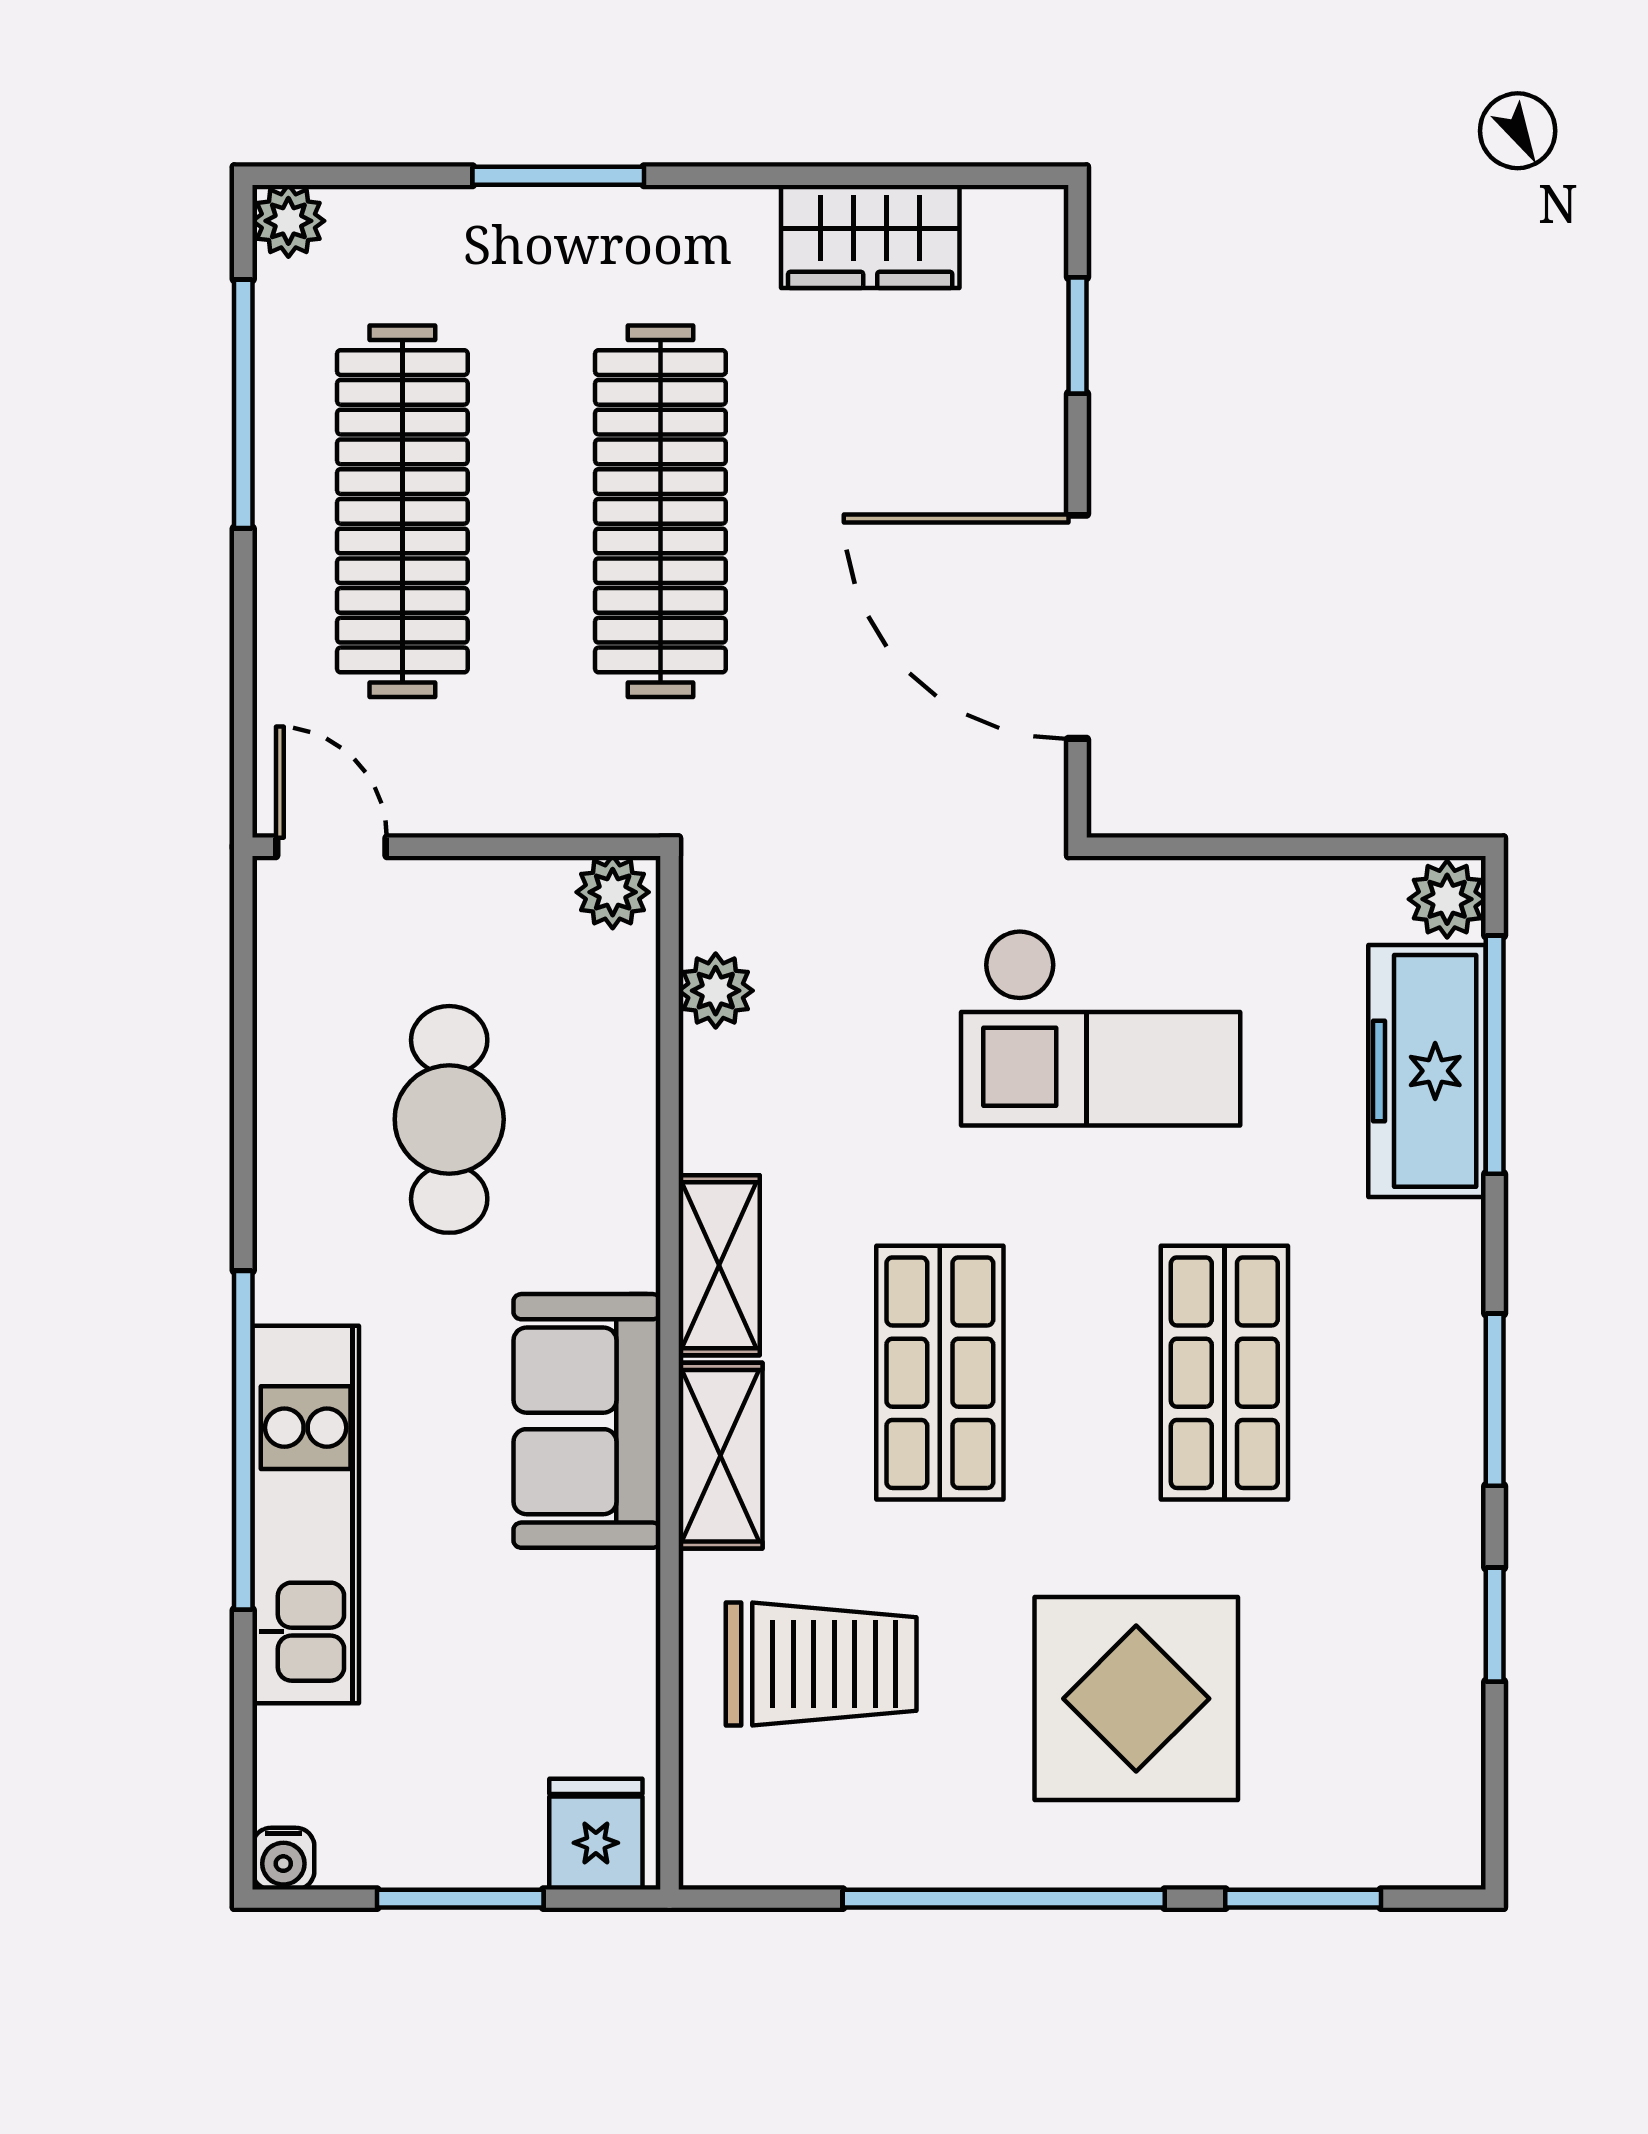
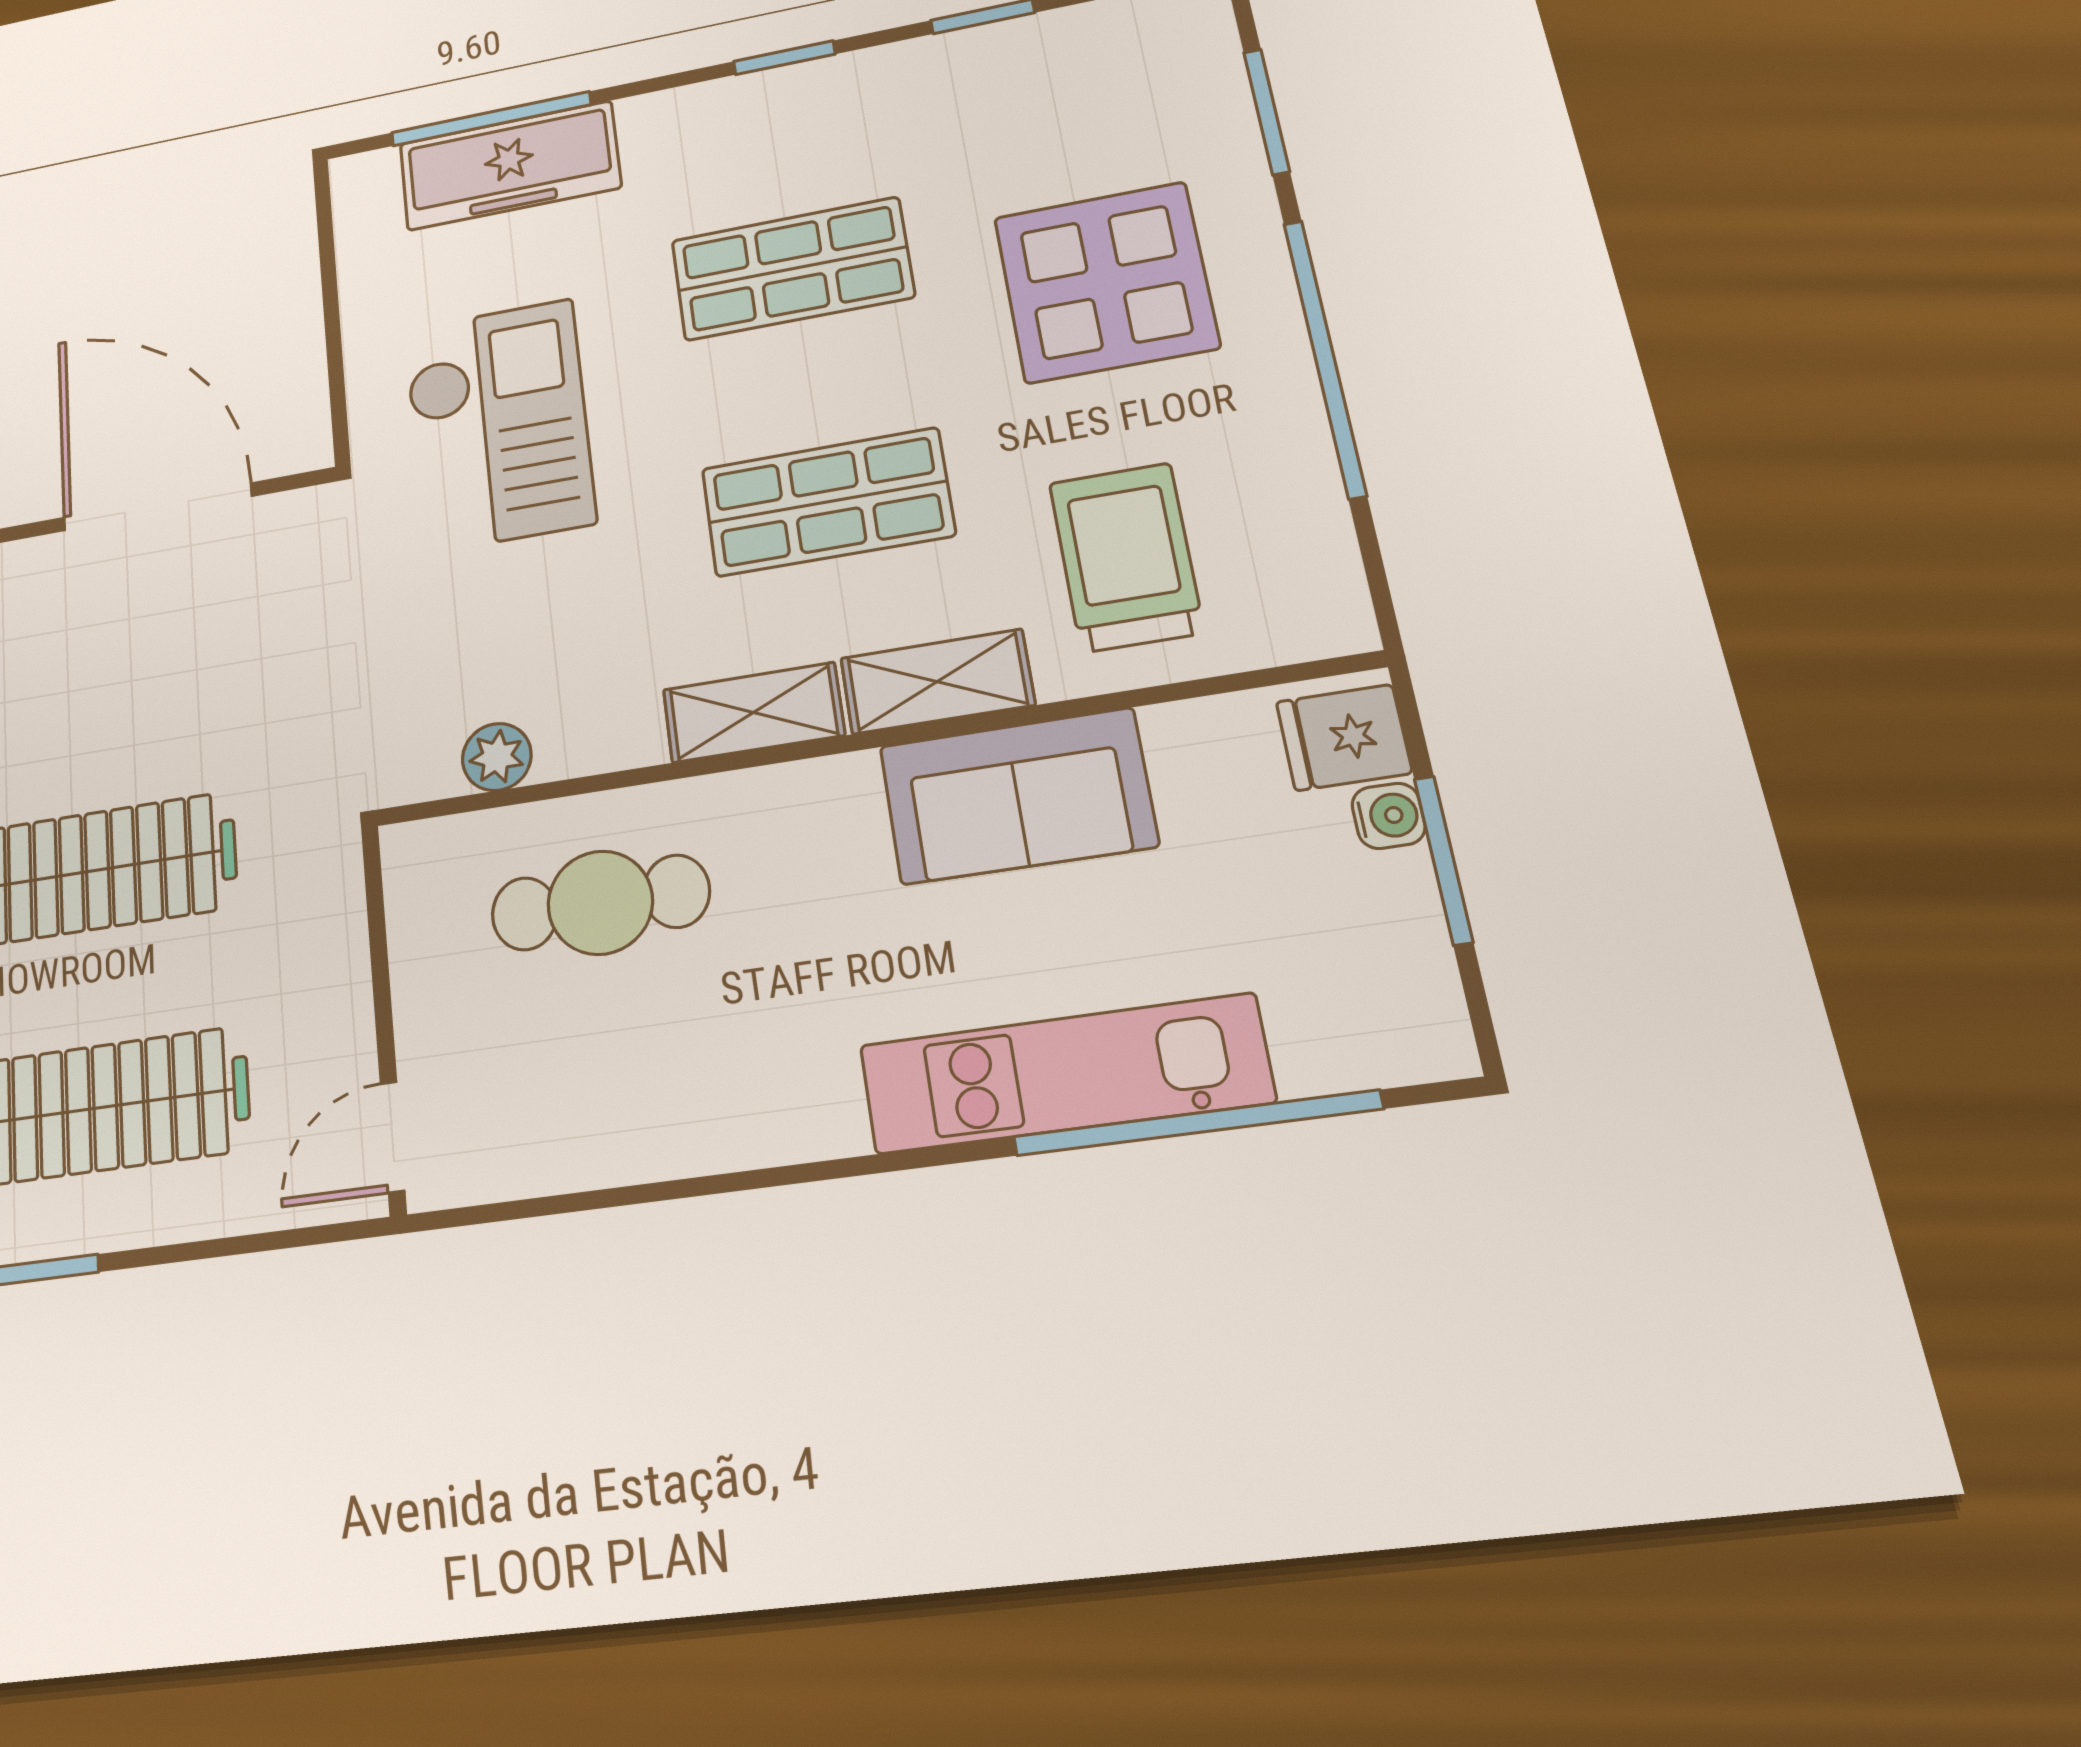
door: (1078, 627) -> (157, 507), swing flipped
plant: (613, 892) -> (414, 864), removed
plant: (1447, 899) -> (365, 180), removed
cafe table: (449, 1119) -> (600, 903), moved
window: (1495, 1400) -> (784, 58), width x0.67
sofa: (587, 1421) -> (1017, 796), moved
window: (243, 1440) -> (1196, 1123), moved
water cooler: (283, 1859) -> (1389, 816), moved

